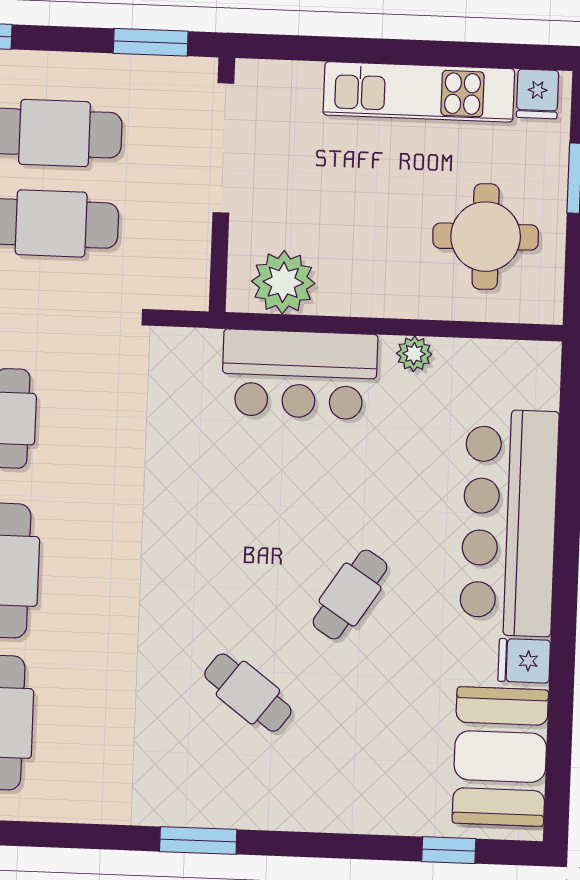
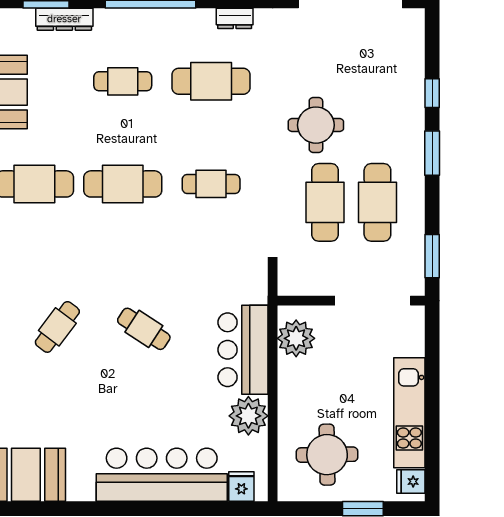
plant: (414, 354) -> (248, 416), width x1.88, depth x1.88
cafe table: (350, 595) -> (144, 329), moved
fridge: (524, 661) -> (241, 486), moved

